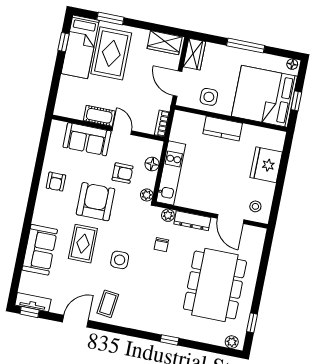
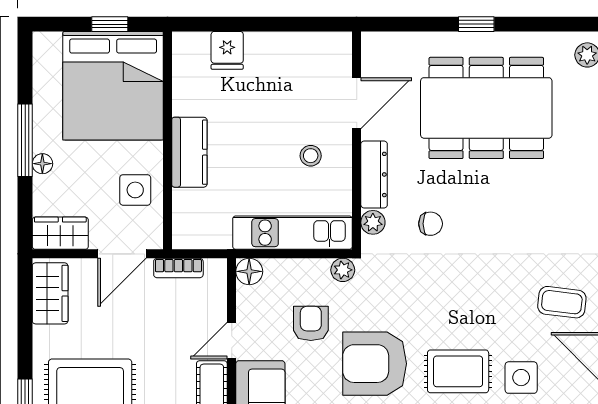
floor lamp: (292, 64) -> (42, 164), moved
bookcase: (162, 123) -> (178, 268), moved
floor lamp: (152, 164) -> (249, 271), moved
fridge: (266, 165) -> (227, 50), width x0.53, depth x0.75
stool: (255, 206) -> (311, 156), moved
side table: (120, 260) -> (521, 378), moved
window: (252, 323) -> (476, 24), moved

